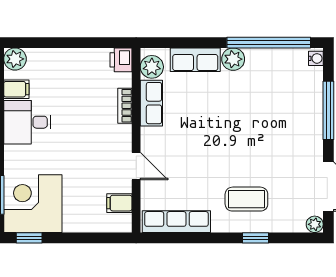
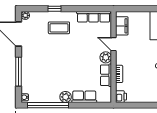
plant: (152, 67) -> (106, 57), moved
filing cabinet: (119, 203) -> (122, 26), width x2.00

